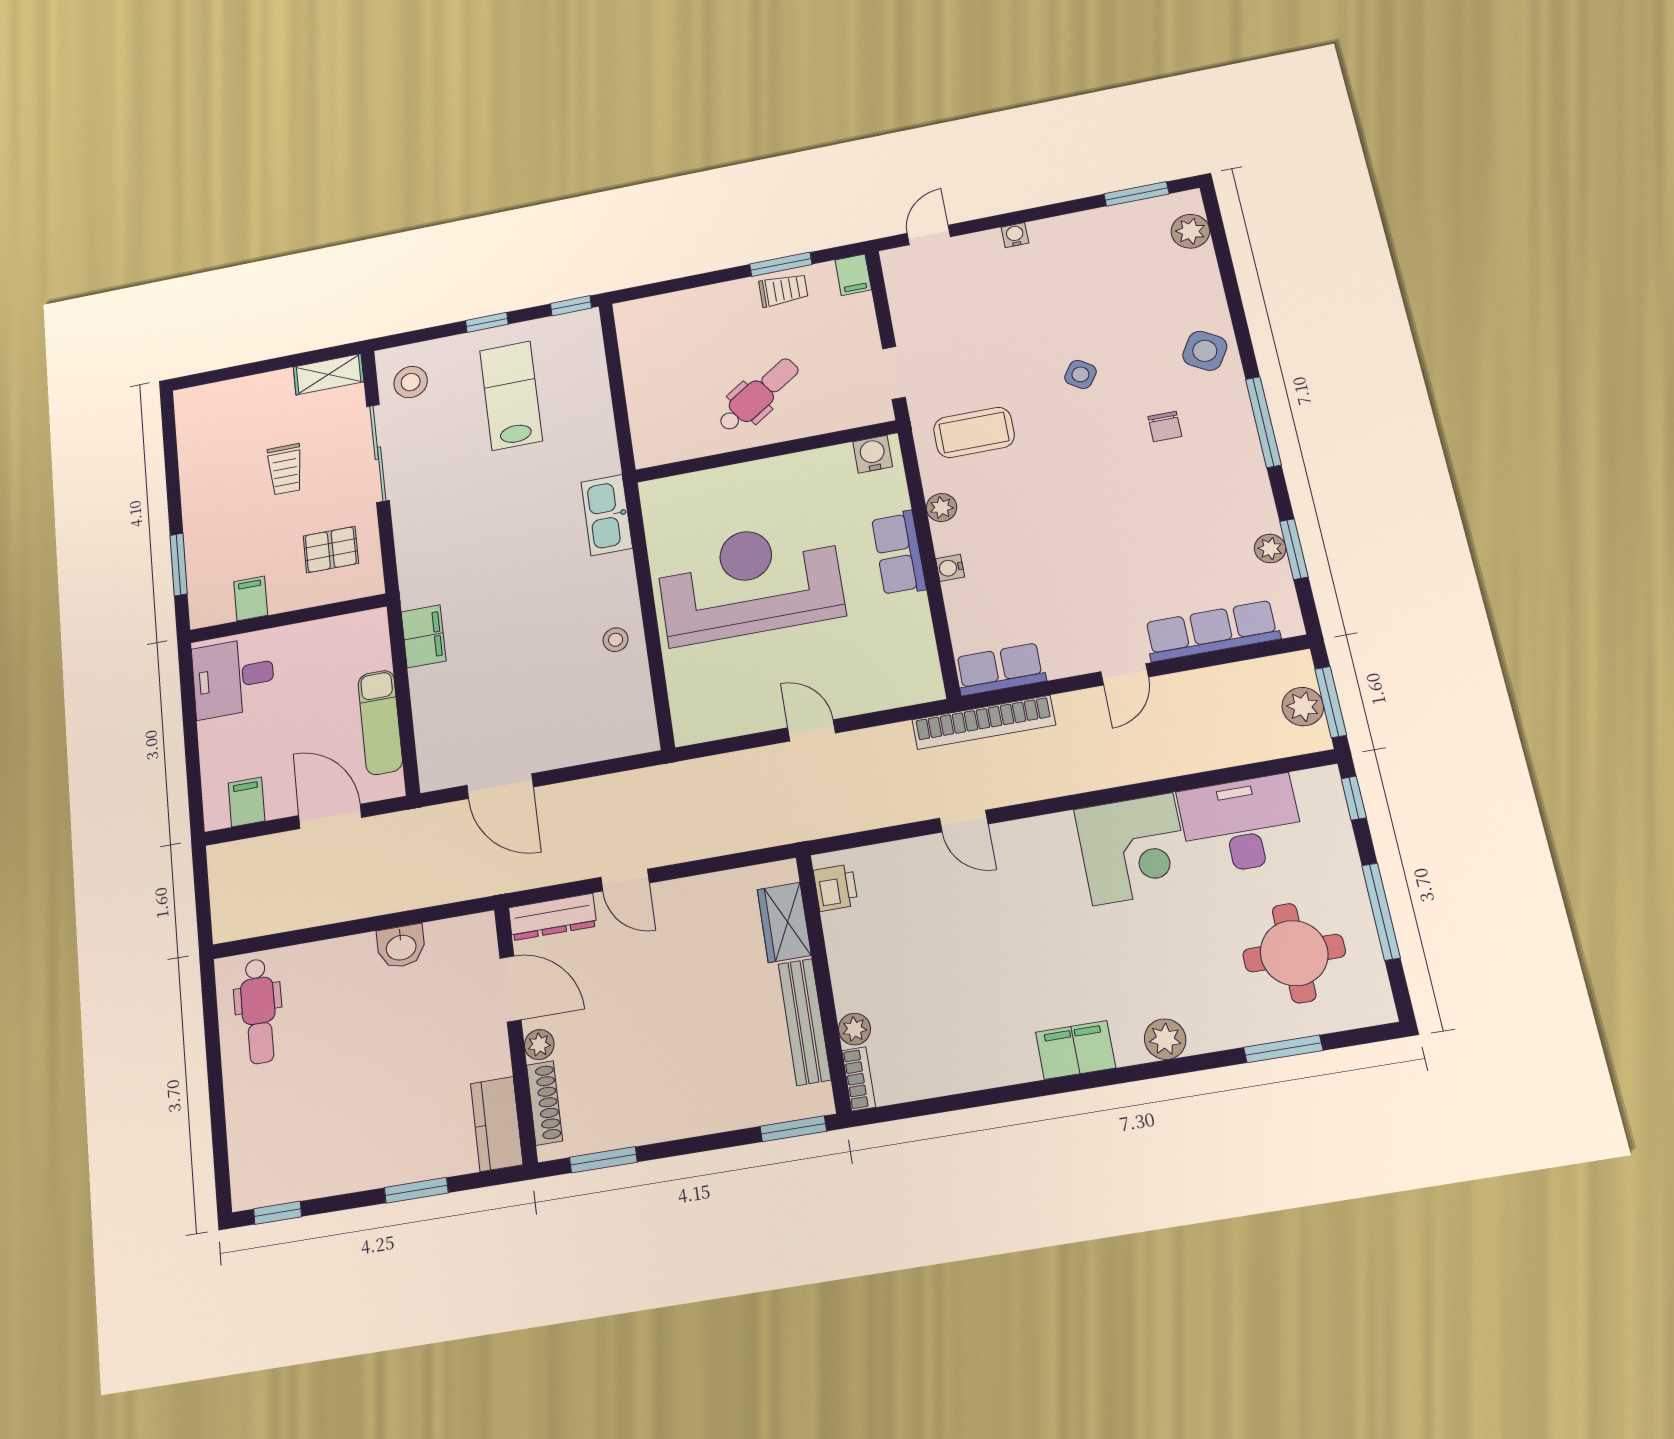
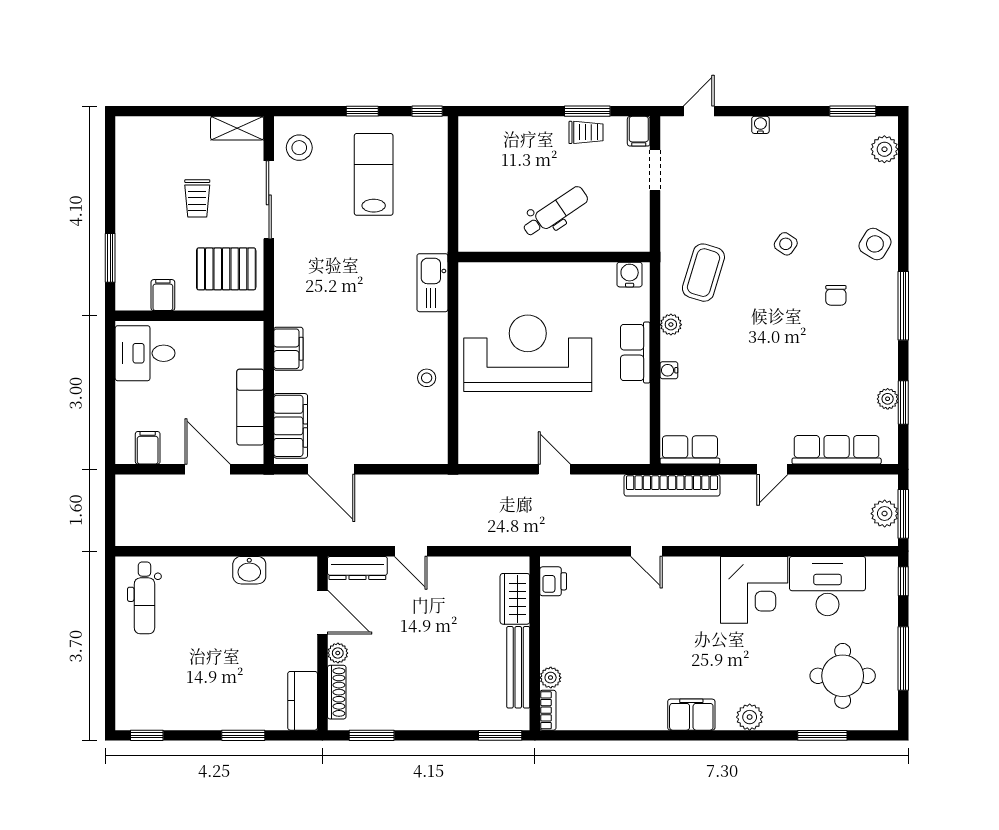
doorway: (894, 373) -> (655, 170), moved
coffee table: (974, 432) -> (703, 273), turned -73
pallet: (331, 550) -> (226, 269), width x1.50, depth x1.42
filing cabinet: (438, 737) -> (291, 426), added

